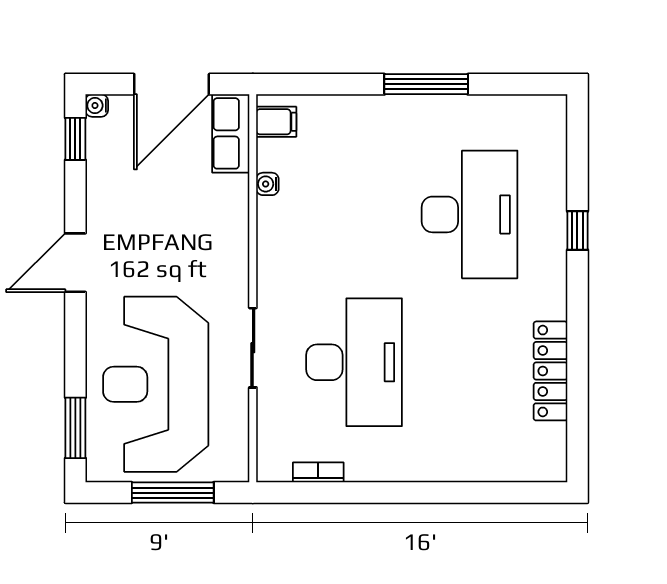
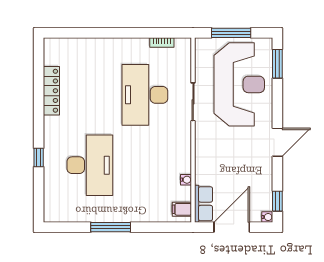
desk: (470, 214) -> (90, 165), turned 180

